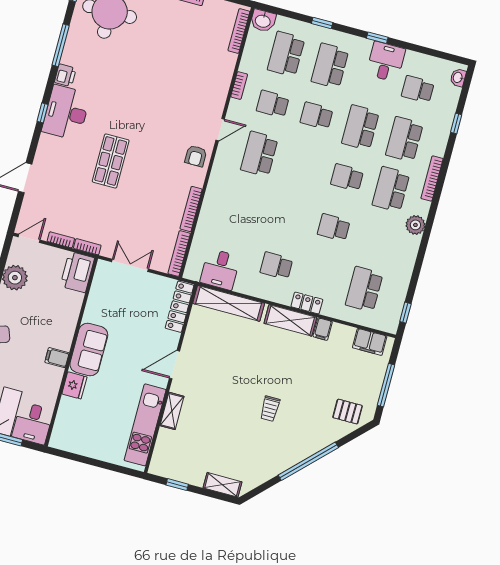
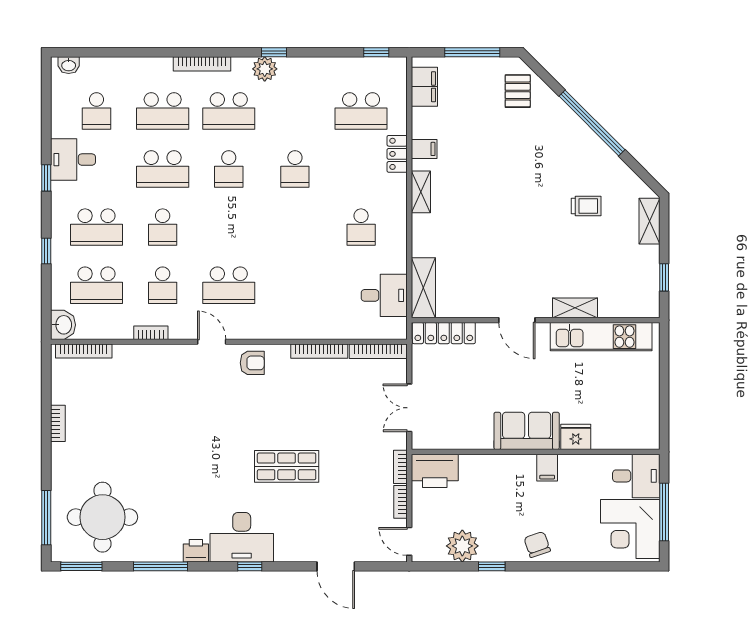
window: (456, 123) -> (274, 52), moved
shelving: (229, 303) -> (423, 288), width x0.68
locker: (307, 303) -> (397, 154), moved
shelving: (290, 320) -> (421, 192), width x0.67, depth x0.75
trolley: (270, 409) -> (586, 206), moved

